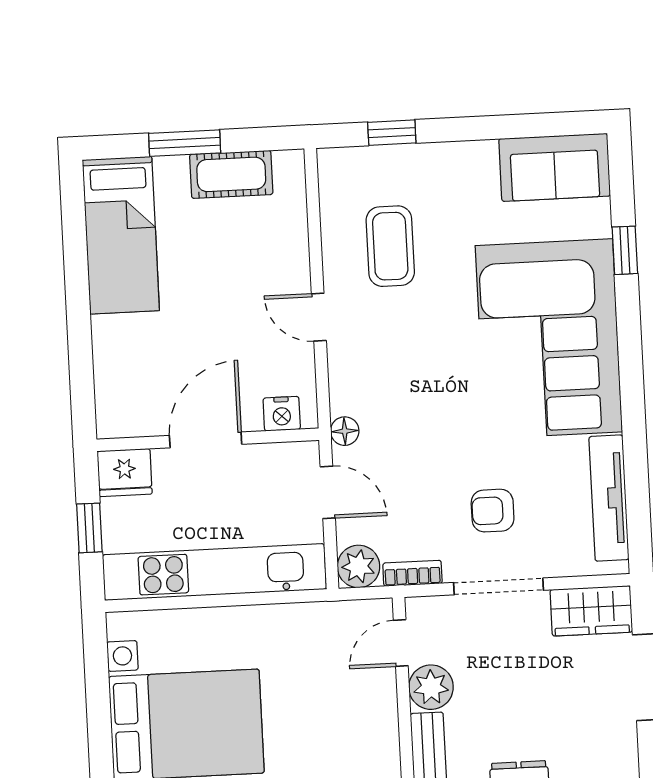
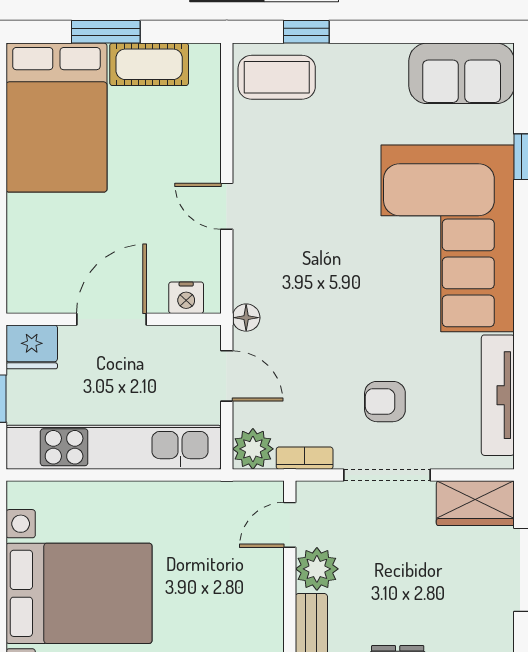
bed: (121, 235) -> (56, 118), width x1.50
coffee table: (390, 246) -> (277, 77), moved, turned 90

